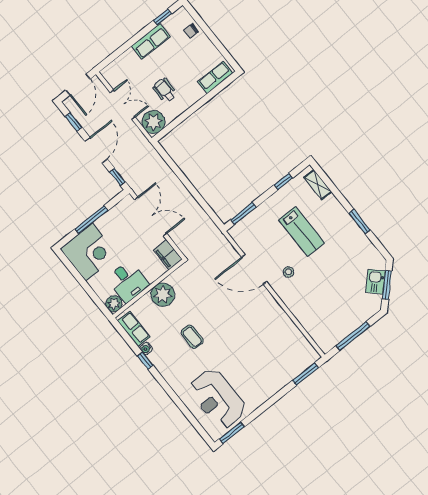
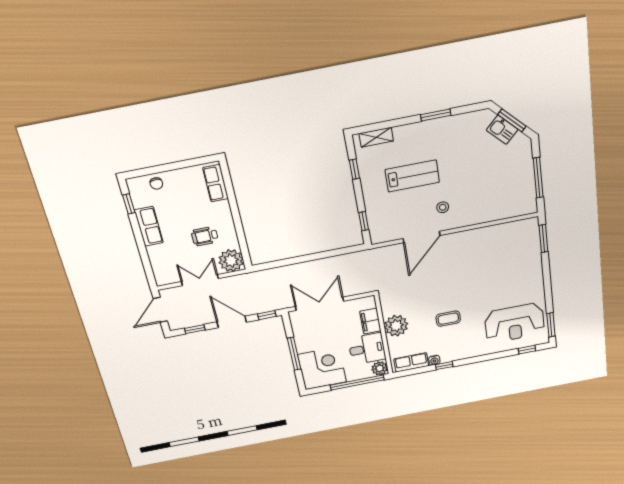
door: (78, 85) -> (160, 310), swing flipped
window: (243, 213) -> (364, 221), width x0.67
filing cabinet: (168, 255) -> (370, 321), moved, turned 90
window: (90, 291) -> (357, 382), added
window: (198, 426) -> (527, 350), added

